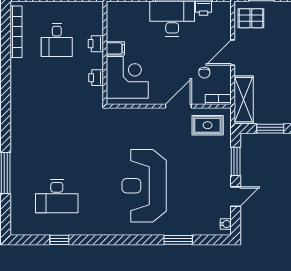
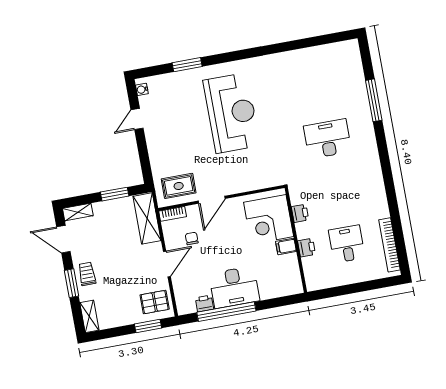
window: (236, 161) -> (144, 155), removed
desk: (57, 196) -> (327, 139), moved
window: (59, 240) -> (307, 43), removed

